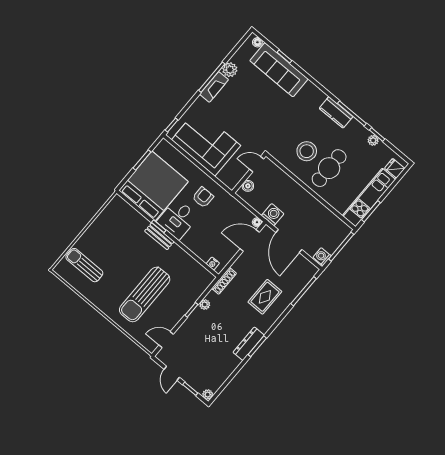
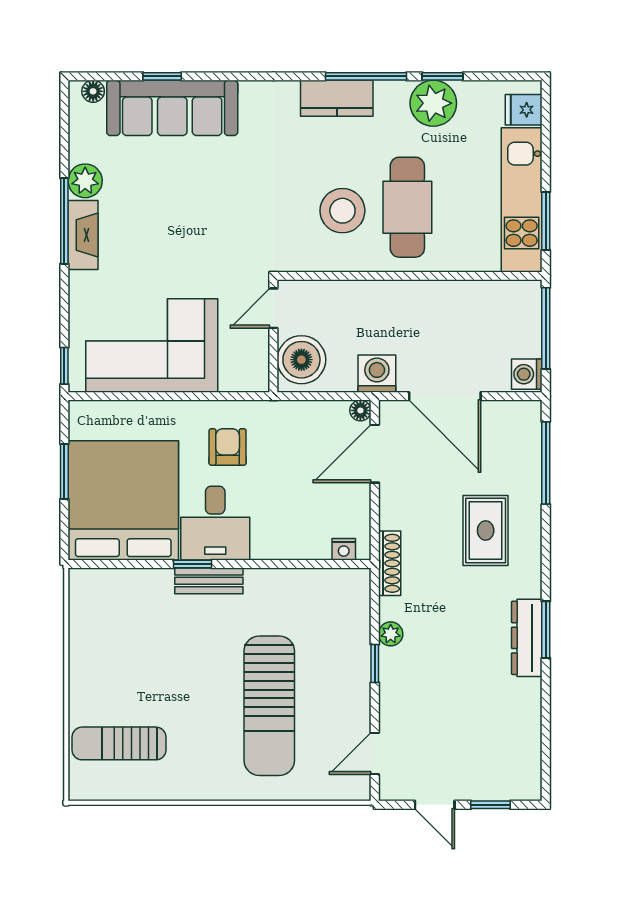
plant: (373, 140) -> (433, 103), width x1.87, depth x1.87
boiler: (248, 186) -> (301, 360), width x1.86, depth x1.86
plant: (208, 395) -> (530, 789), removed

